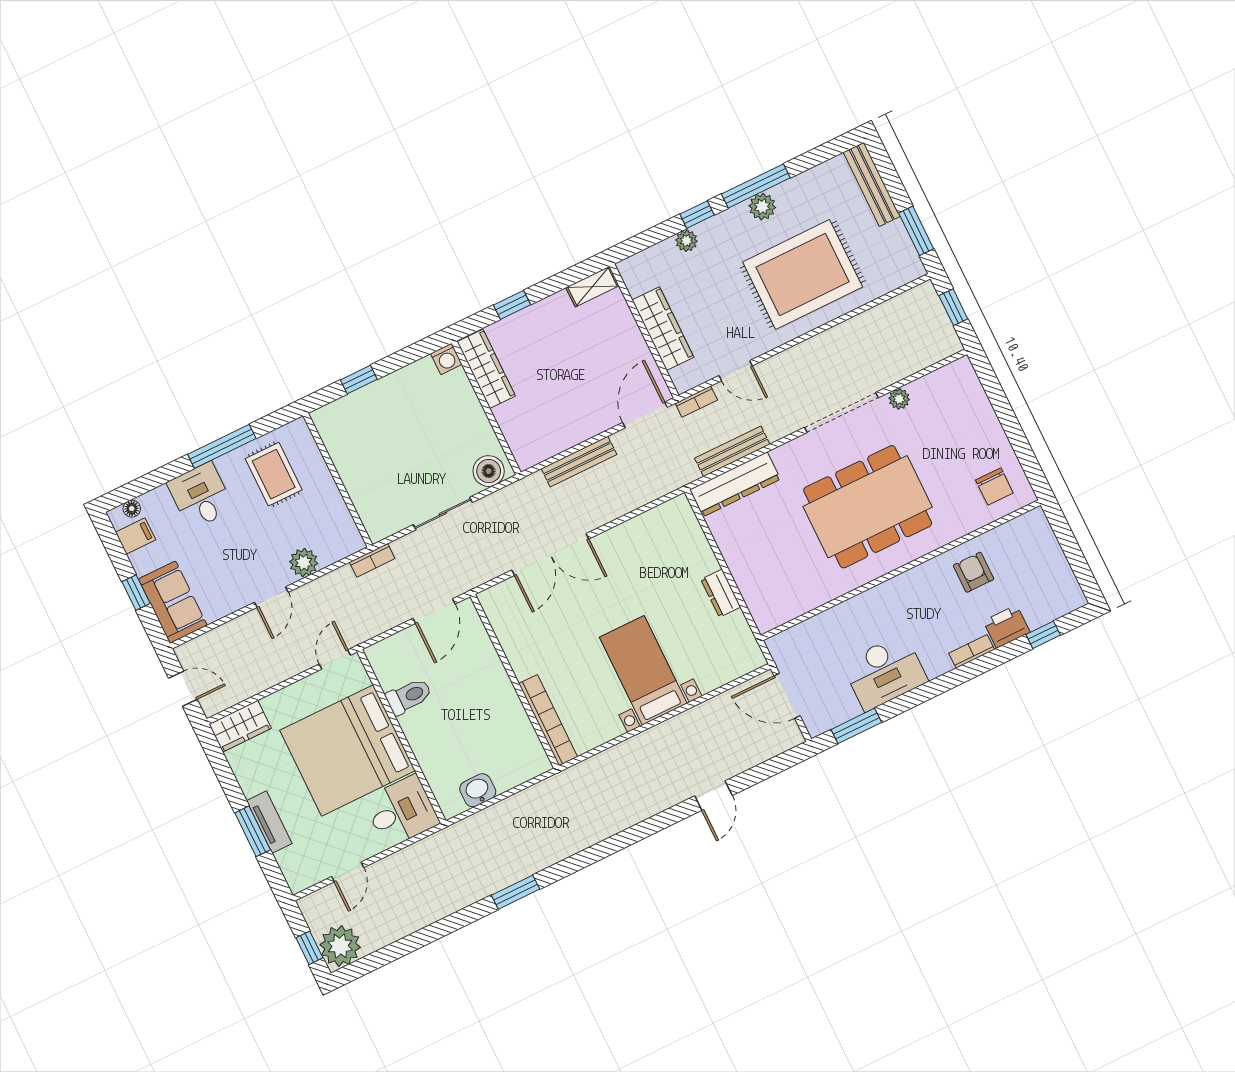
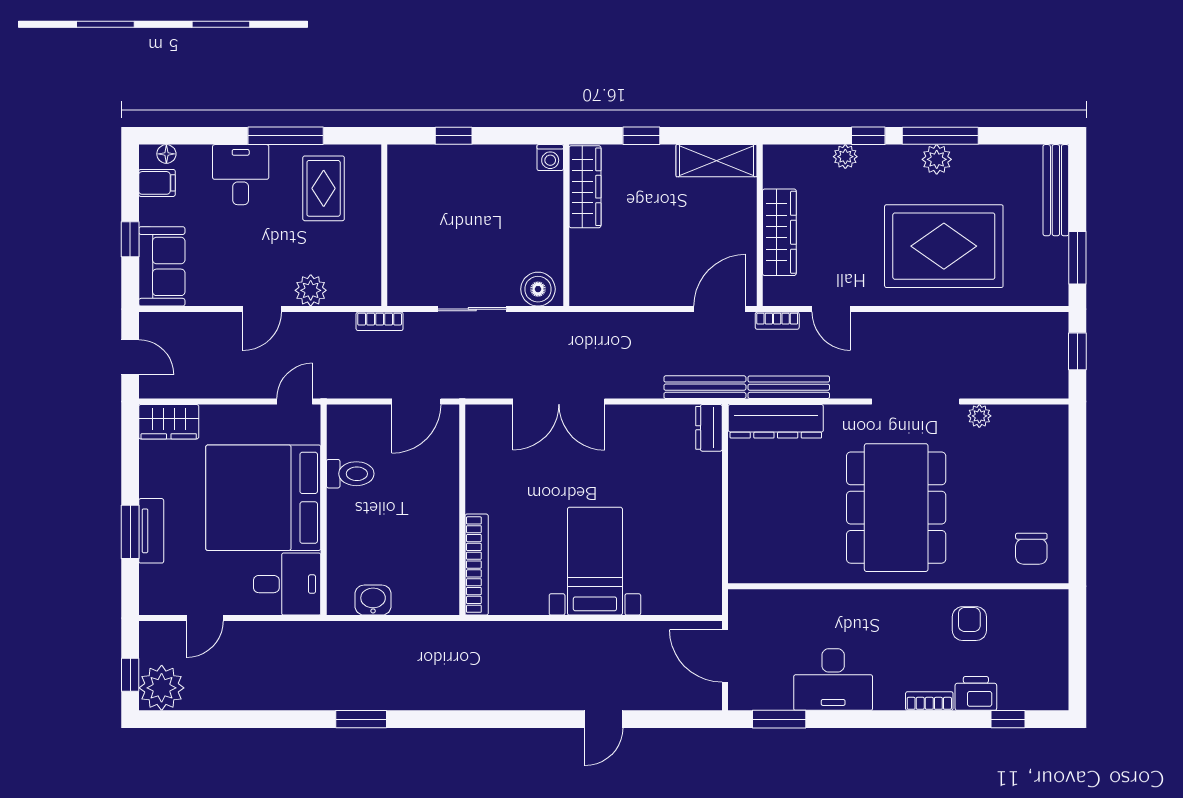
shelving: (592, 287) -> (716, 161), width x1.50, depth x1.33
bench: (579, 462) -> (705, 387), moved
dining table: (868, 507) -> (896, 508), turned 90
dresser: (721, 593) -> (709, 428), moved

